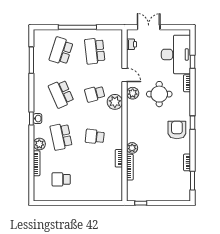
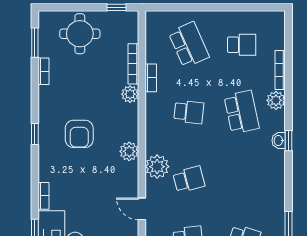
plant: (133, 93) -> (129, 151), moved
school desk: (61, 94) -> (189, 45), moved
round table: (159, 94) -> (80, 34), moved
armchair: (177, 130) -> (79, 134), moved

